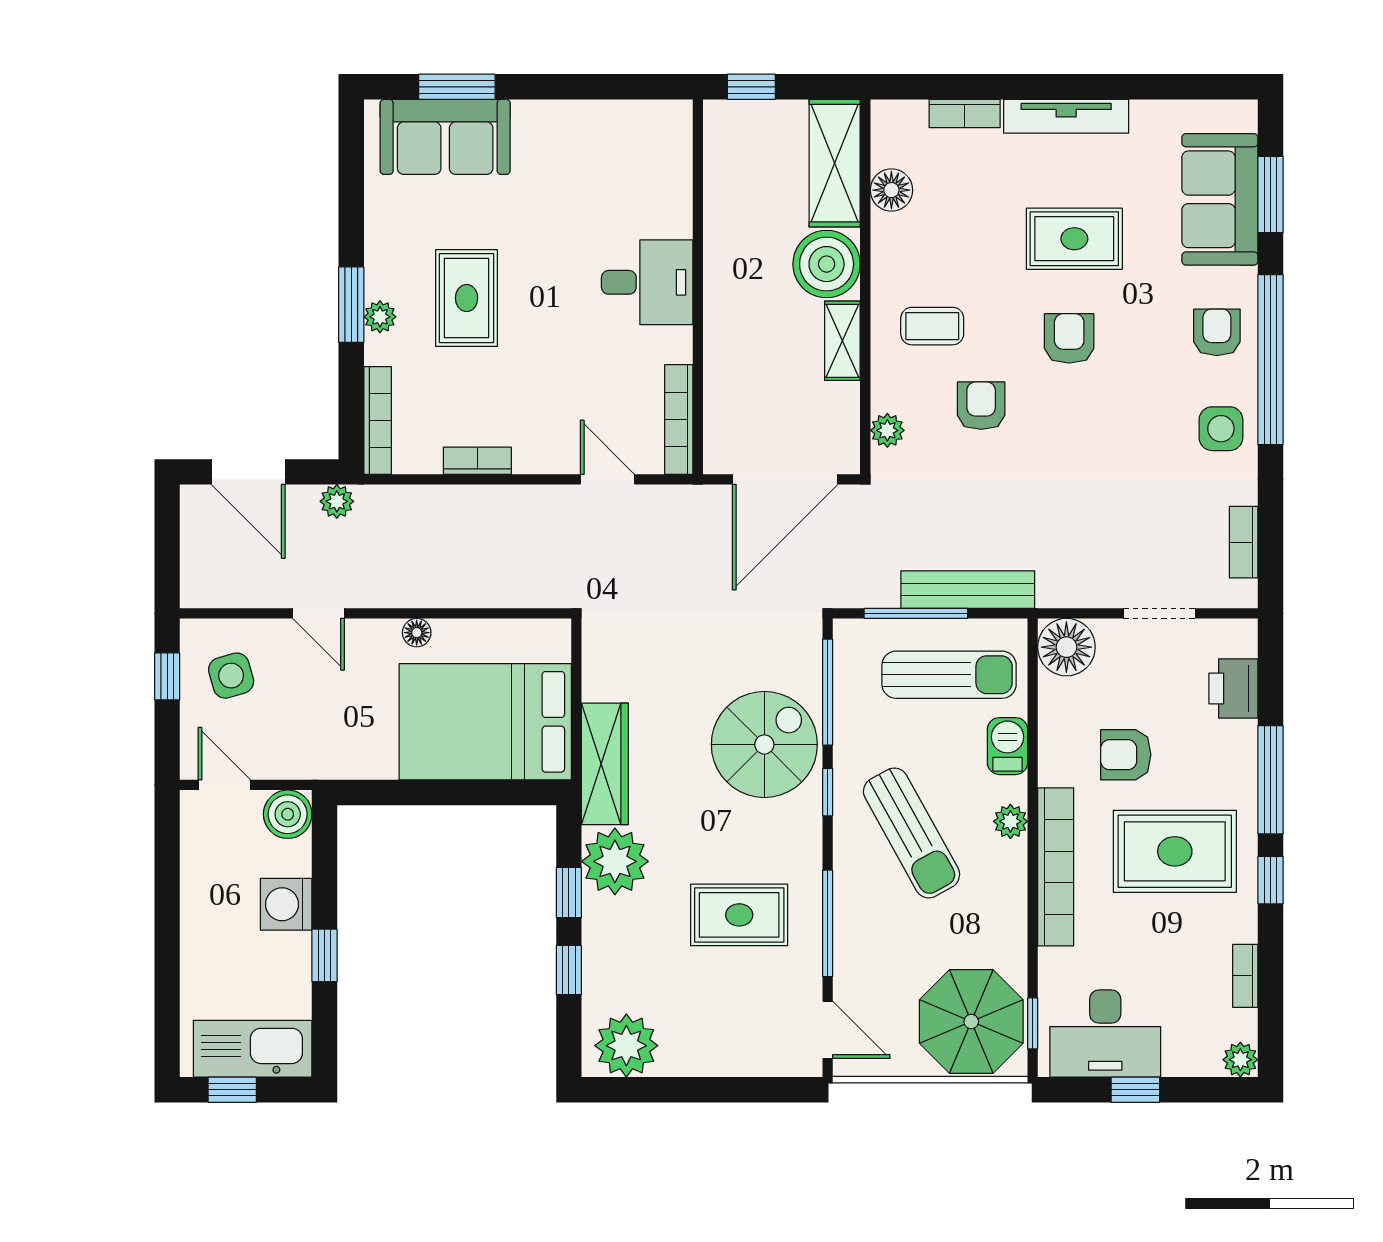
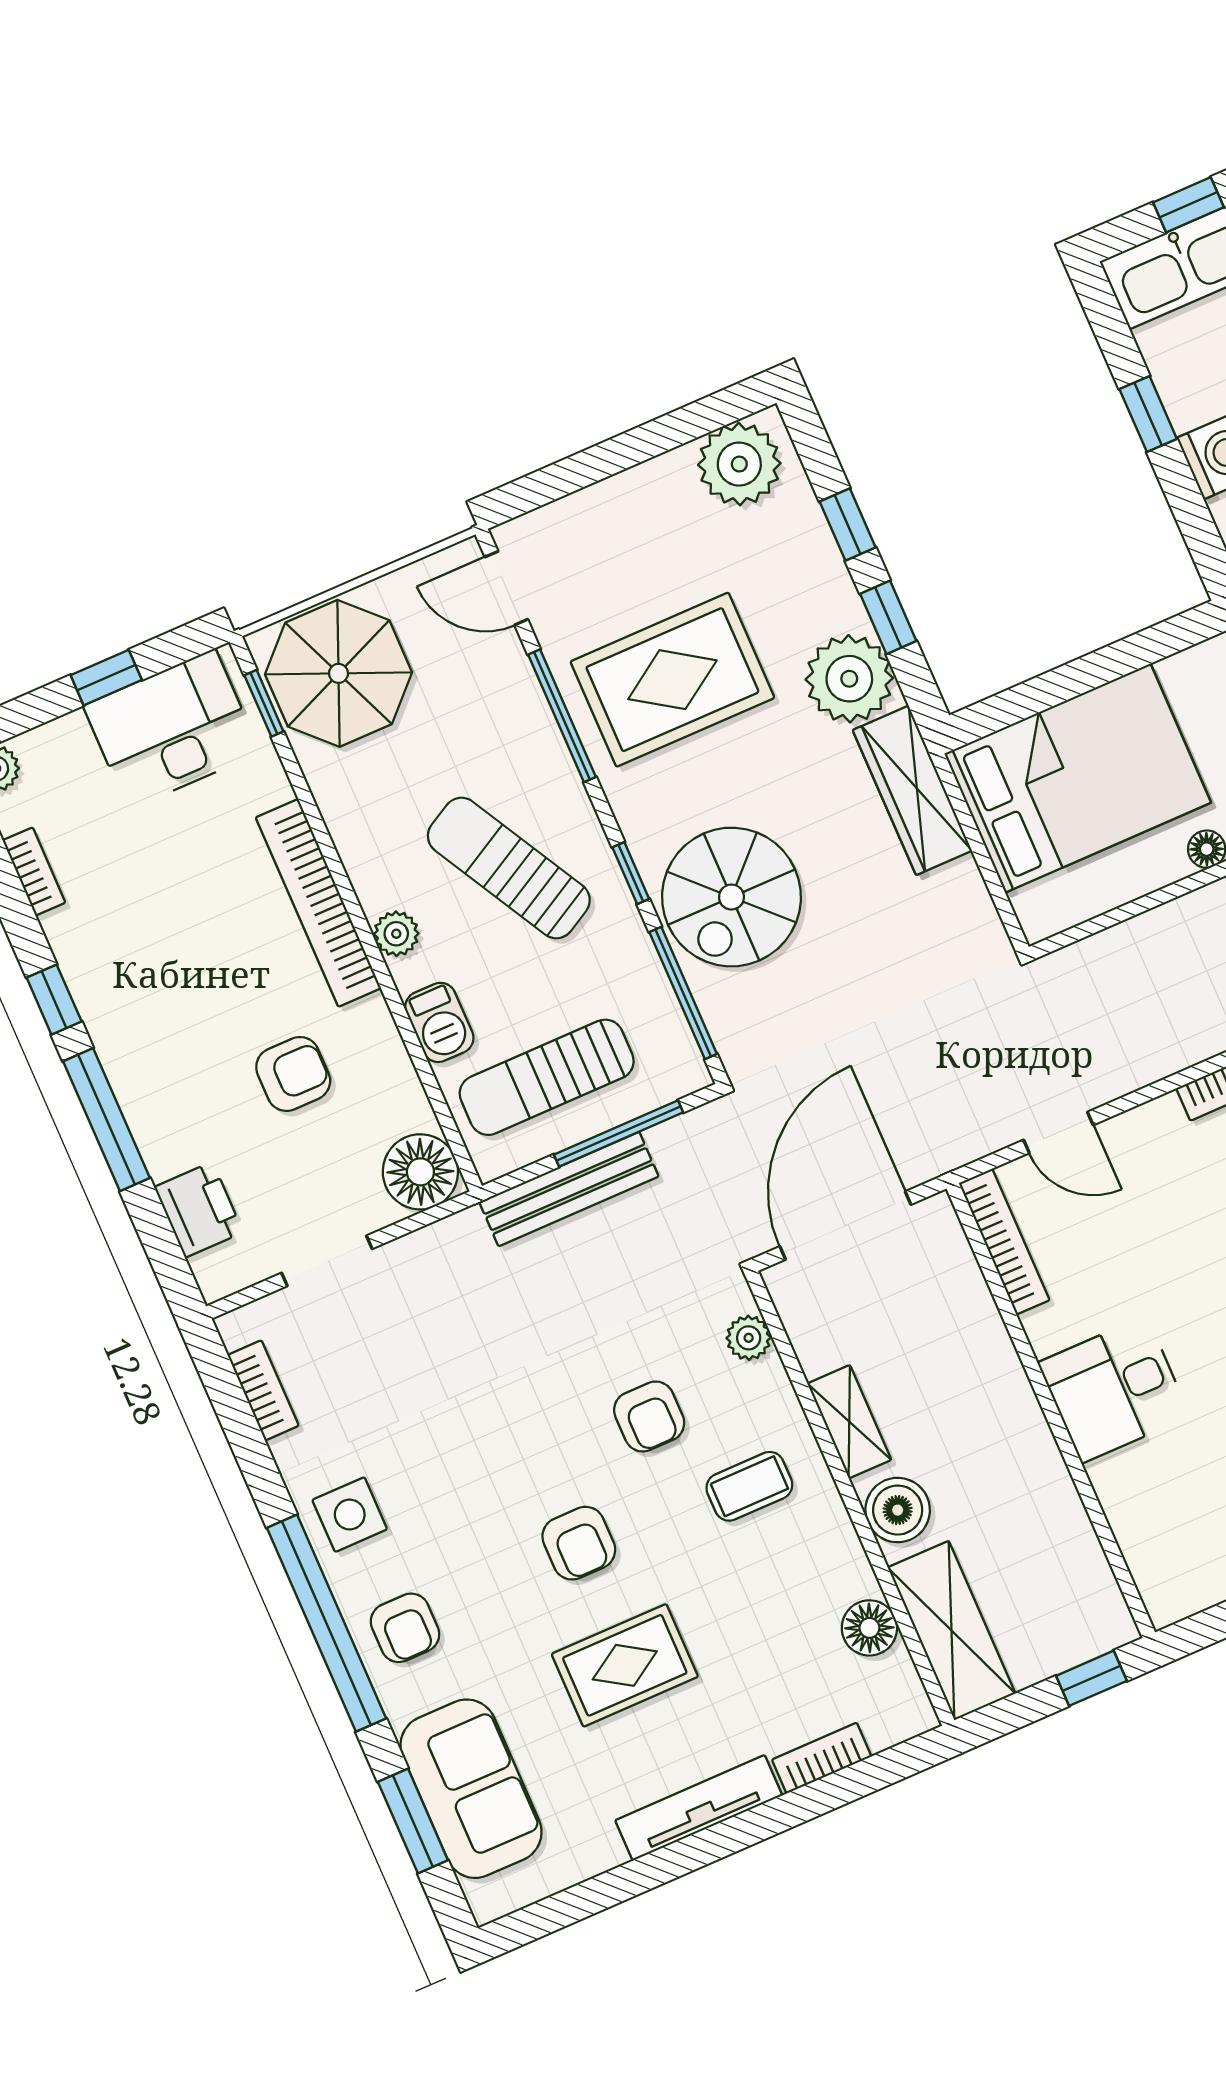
boiler: (827, 264) -> (898, 1510), width x0.73, depth x0.73
rug: (1175, 851) -> (184, 984), removed
rug: (739, 915) -> (672, 680), width x1.36, depth x1.43

